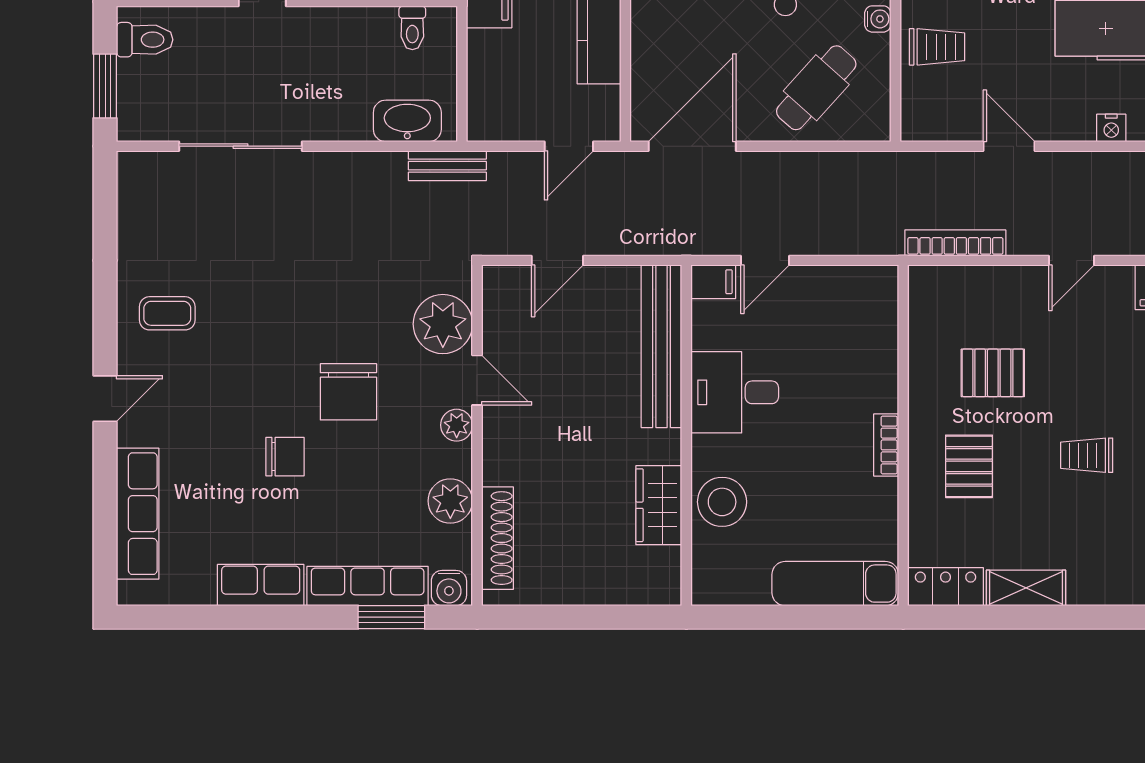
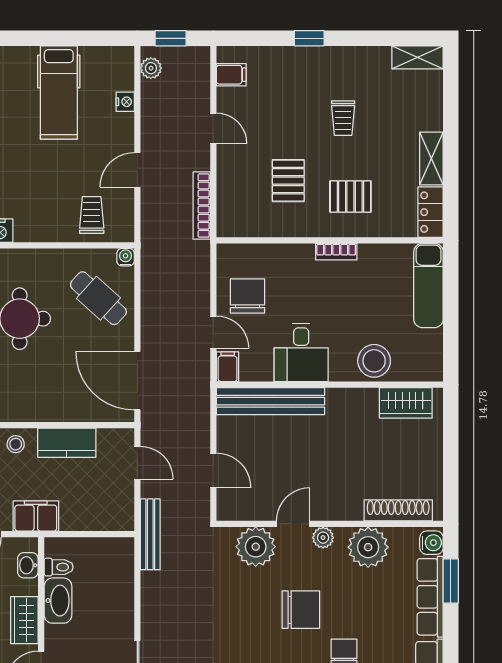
water cooler: (878, 19) -> (126, 257), moved
trolley: (937, 47) -> (92, 215), moved
washbasin: (407, 121) -> (58, 601), moved, turned 180
bench: (447, 166) -> (150, 534), width x1.36
chair: (820, 312) -> (248, 296), added
plant: (450, 501) -> (368, 547), width x1.36, depth x1.36
wardrobe: (659, 505) -> (406, 403), moved

